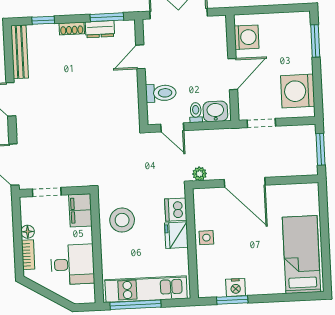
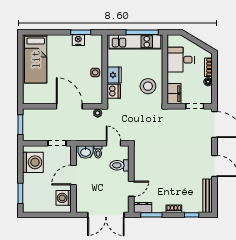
dresser: (100, 29) -> (143, 208), moved

